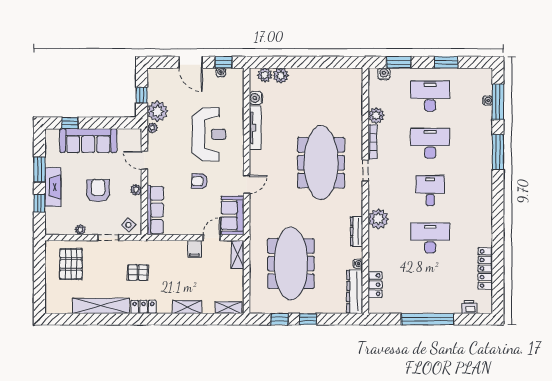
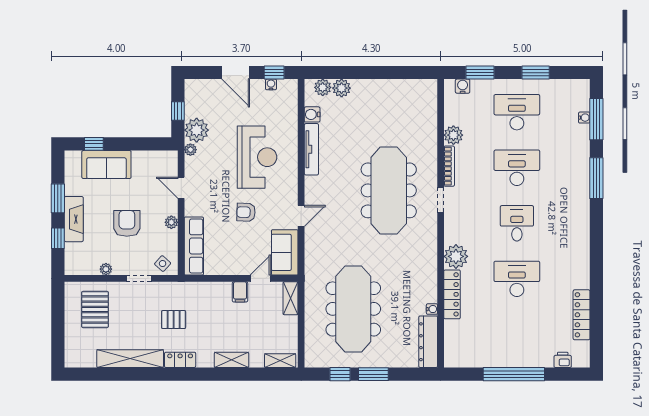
sofa: (88, 141) -> (106, 165), width x0.73
dresser: (357, 231) -> (430, 271), removed
locker: (375, 285) -> (452, 294), moved, width x1.53
window: (308, 319) -> (373, 374), width x1.50

